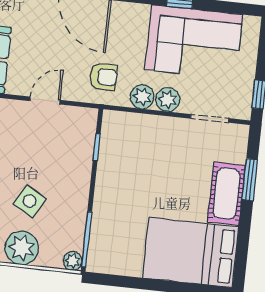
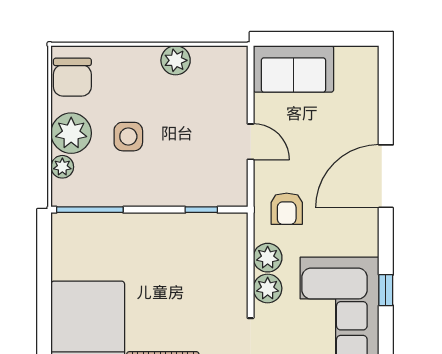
side table: (30, 201) -> (128, 137), turned -30
plant: (73, 261) -> (62, 167), moved

